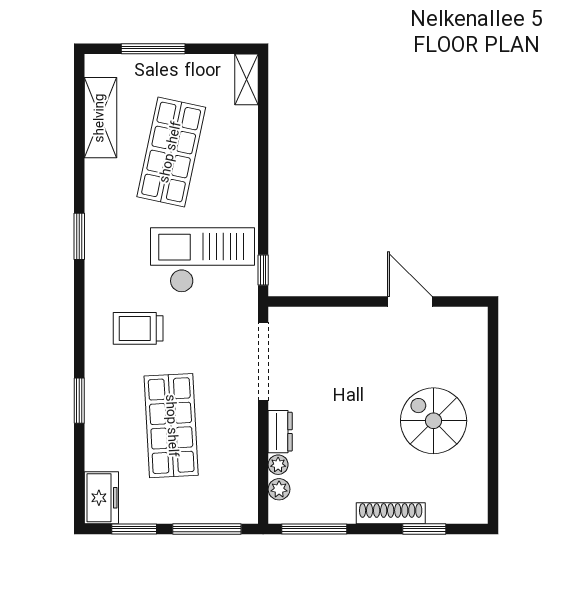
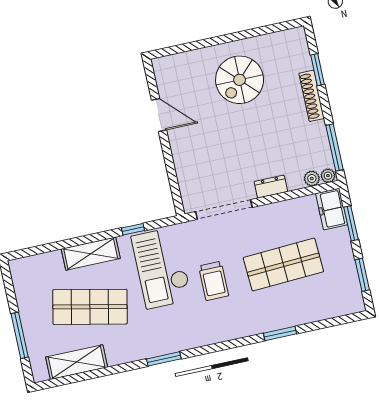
shelving: (246, 79) -> (91, 254), moved, width x1.50, depth x1.33
window: (263, 270) -> (133, 229), moved
door: (410, 302) -> (159, 115), swing flipped
trolley: (138, 328) -> (214, 281), moved
plant: (278, 465) -> (328, 176), moved
freezer: (101, 498) -> (332, 209), moved, turned -90
window: (207, 529) -> (351, 223), width x0.69

